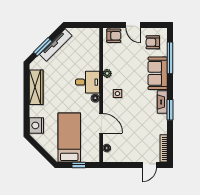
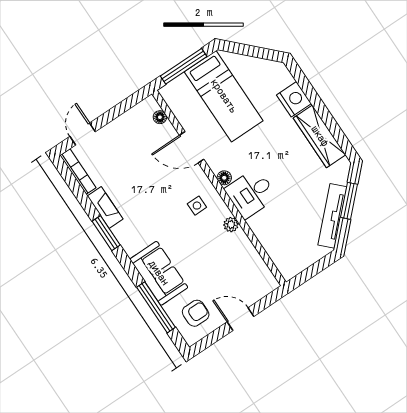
armchair: (114, 36) -> (258, 285), removed
fireplace: (162, 102) -> (105, 207), moved
nightstand: (36, 125) -> (294, 99), moved
window: (79, 165) -> (184, 66), width x2.17

